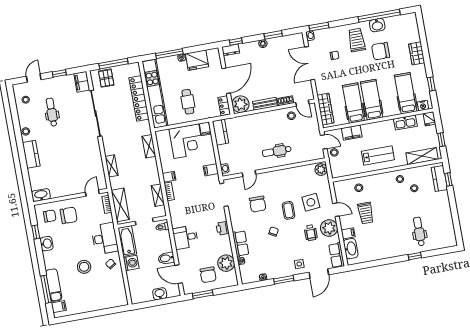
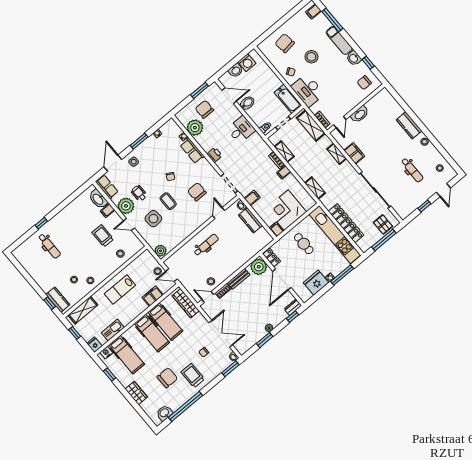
washbasin: (377, 25) -> (164, 413), moved
trolley: (357, 40) -> (193, 376), turned 180
filing cabinet: (82, 82) -> (354, 153), moved
kitchen counter: (221, 132) -> (251, 220), moved
washbasin: (41, 195) -> (360, 114), moved
chair: (69, 215) -> (285, 43), moved, turned 82
washing machine: (131, 263) -> (247, 63), moved, turned -90
exam couch: (54, 285) -> (339, 40), moved

